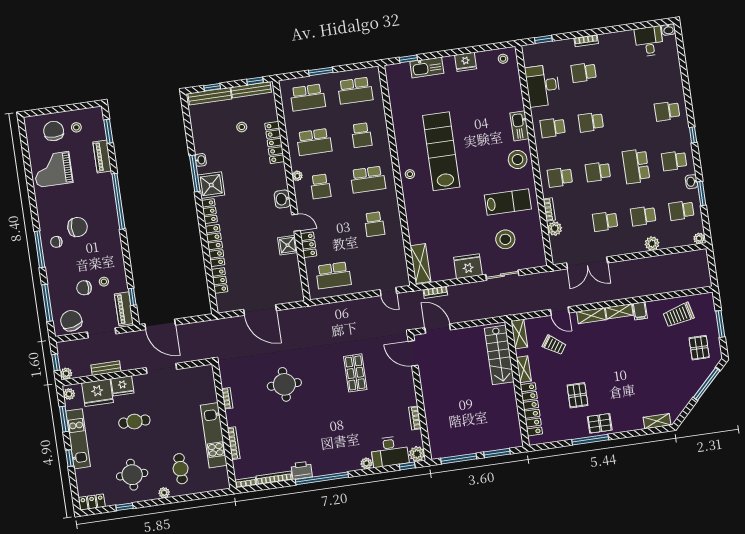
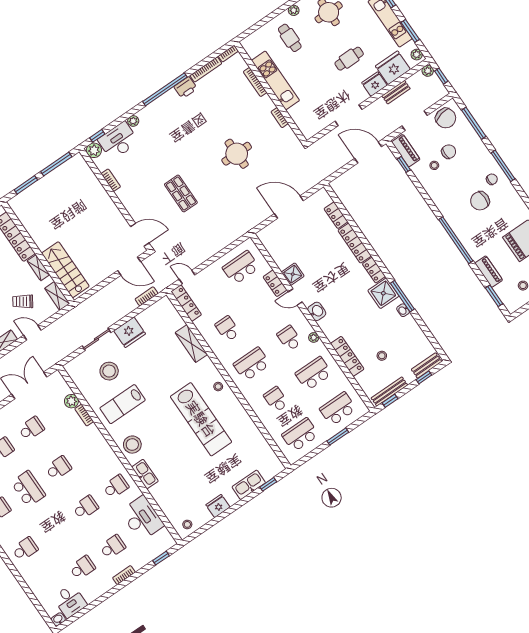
bench: (210, 96) -> (427, 365), width x0.73
school desk: (560, 177) -> (82, 568), moved
shelving: (420, 264) -> (191, 344), moved
locker: (401, 267) -> (186, 303), added

